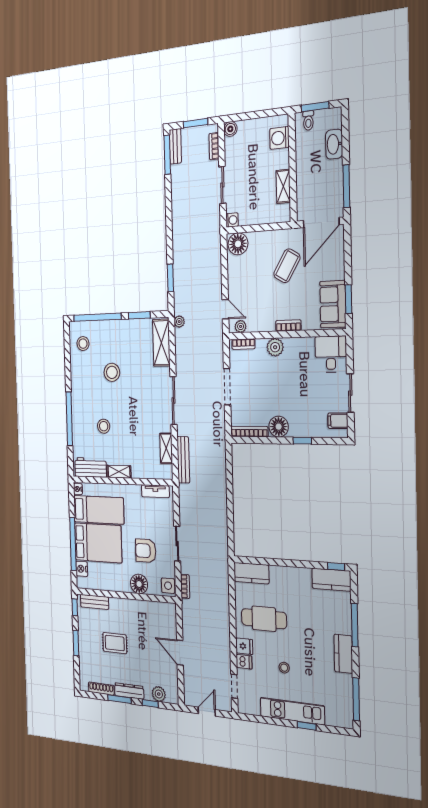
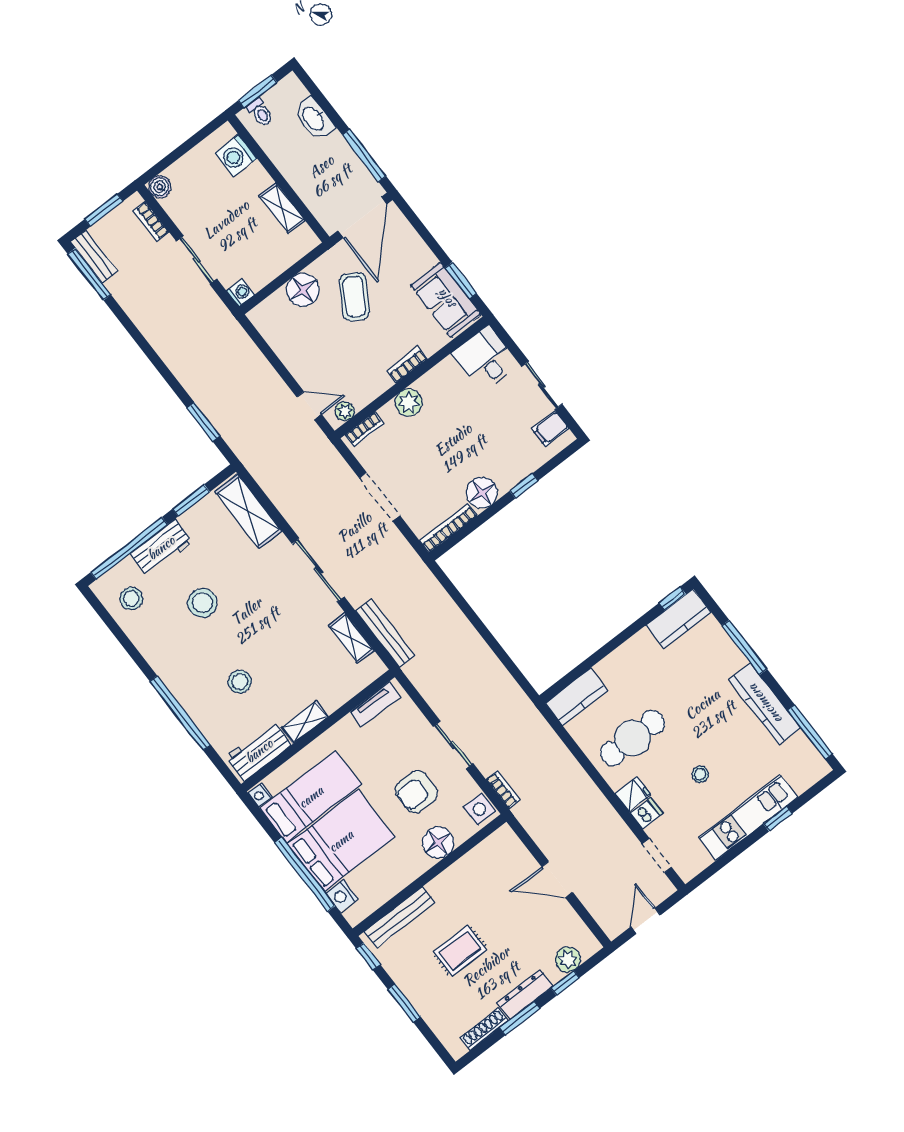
floor lamp: (238, 244) -> (303, 290), moved
plant: (179, 322) -> (255, 466), removed
workbench: (111, 329) -> (161, 548), added
bench: (94, 602) -> (400, 917), width x1.36
kitchen counter: (343, 654) -> (765, 704), width x1.50

